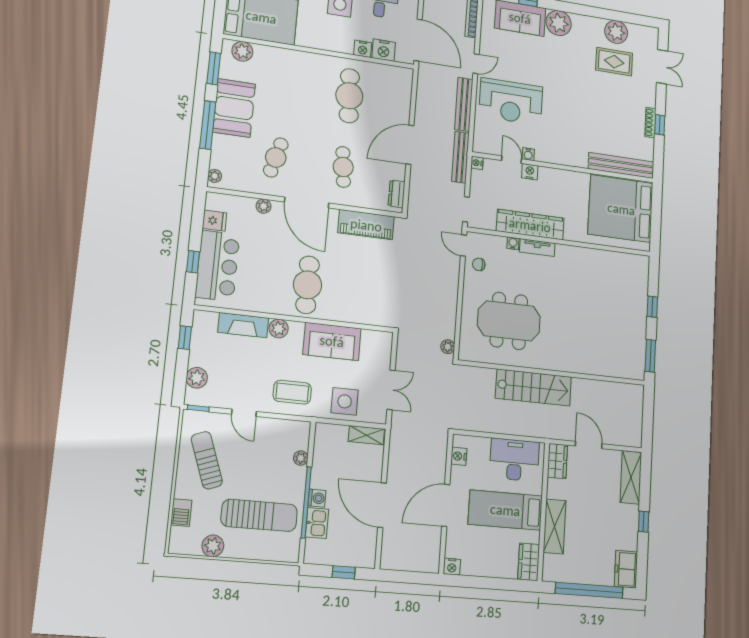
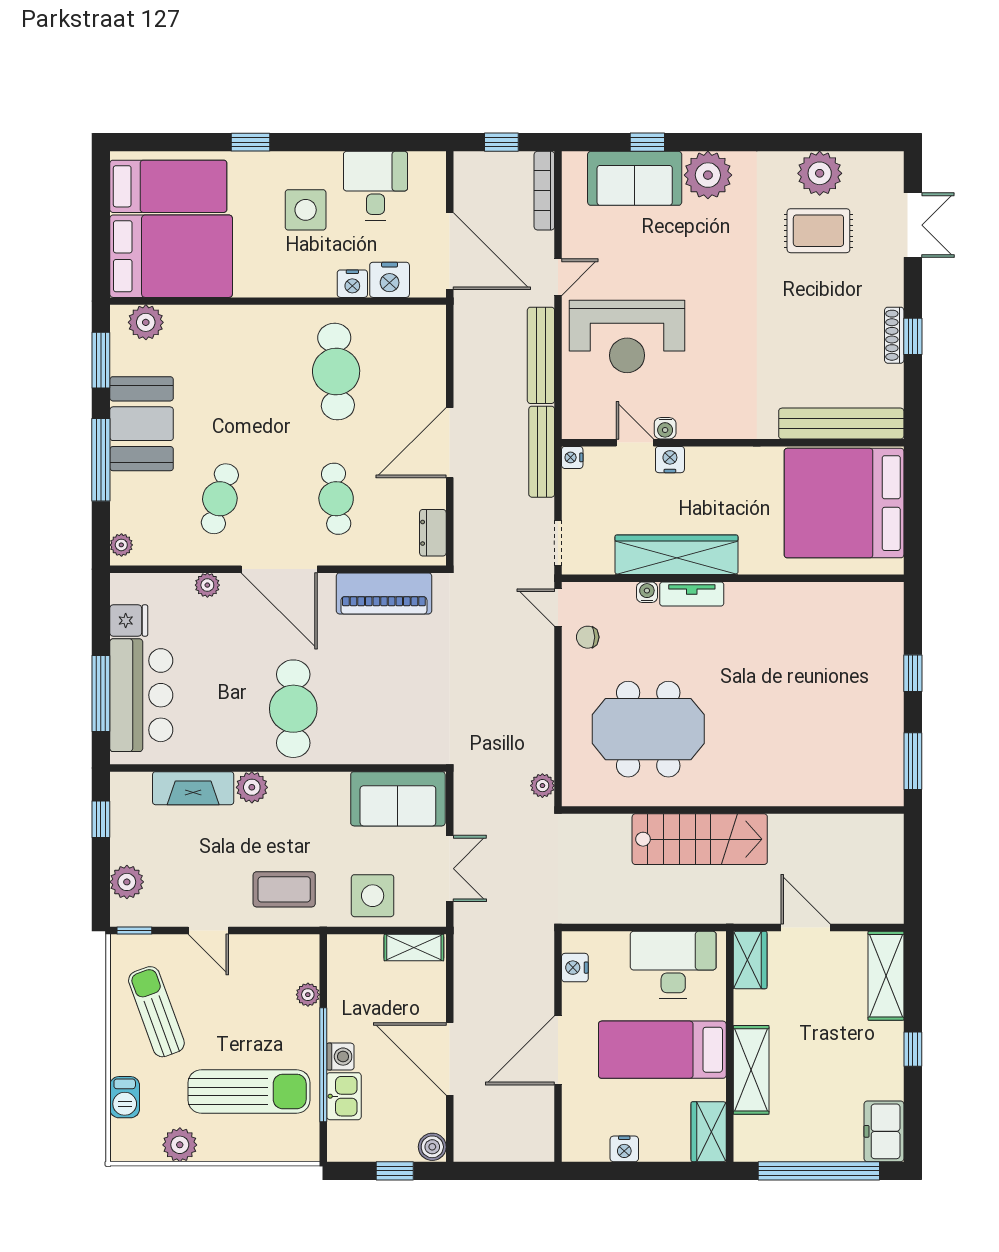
window: (193, 262) -> (101, 694), width x2.17
sofa: (332, 341) -> (398, 799), moved
boiler: (367, 559) -> (432, 1147), added
nightstand: (452, 567) -> (624, 1149), moved

